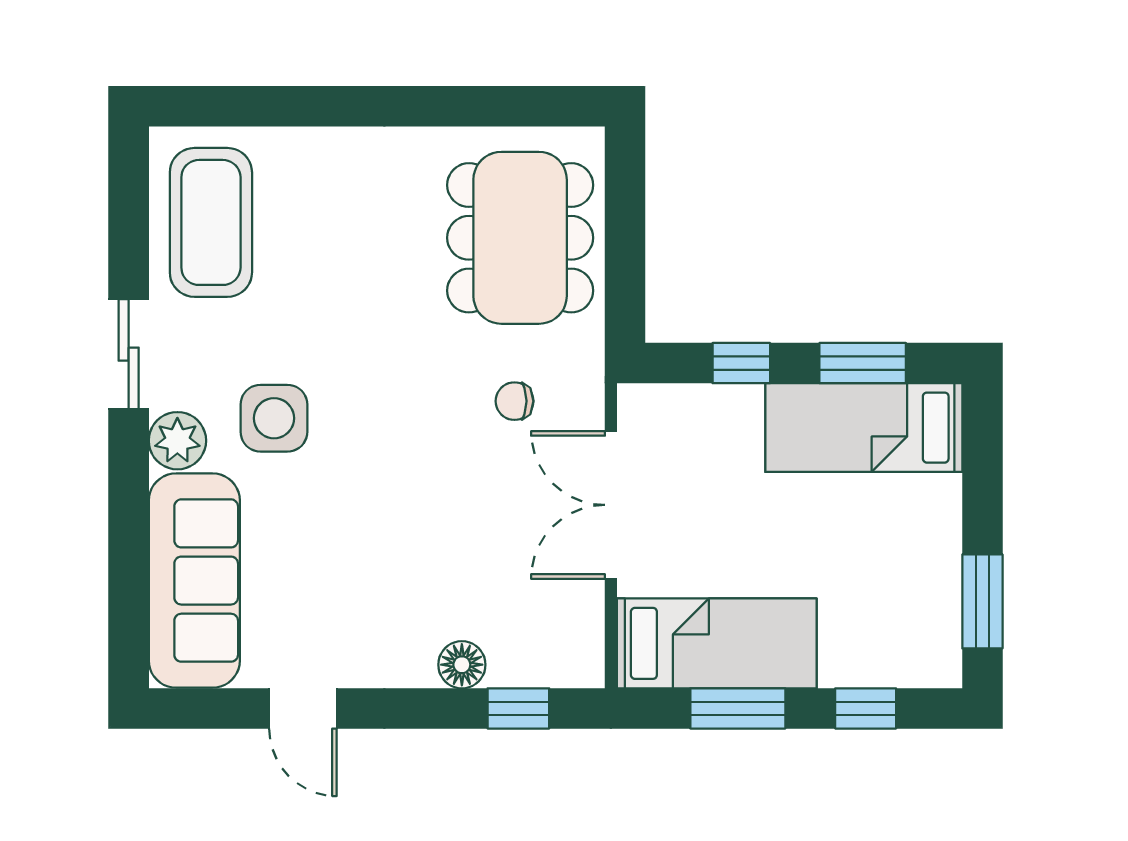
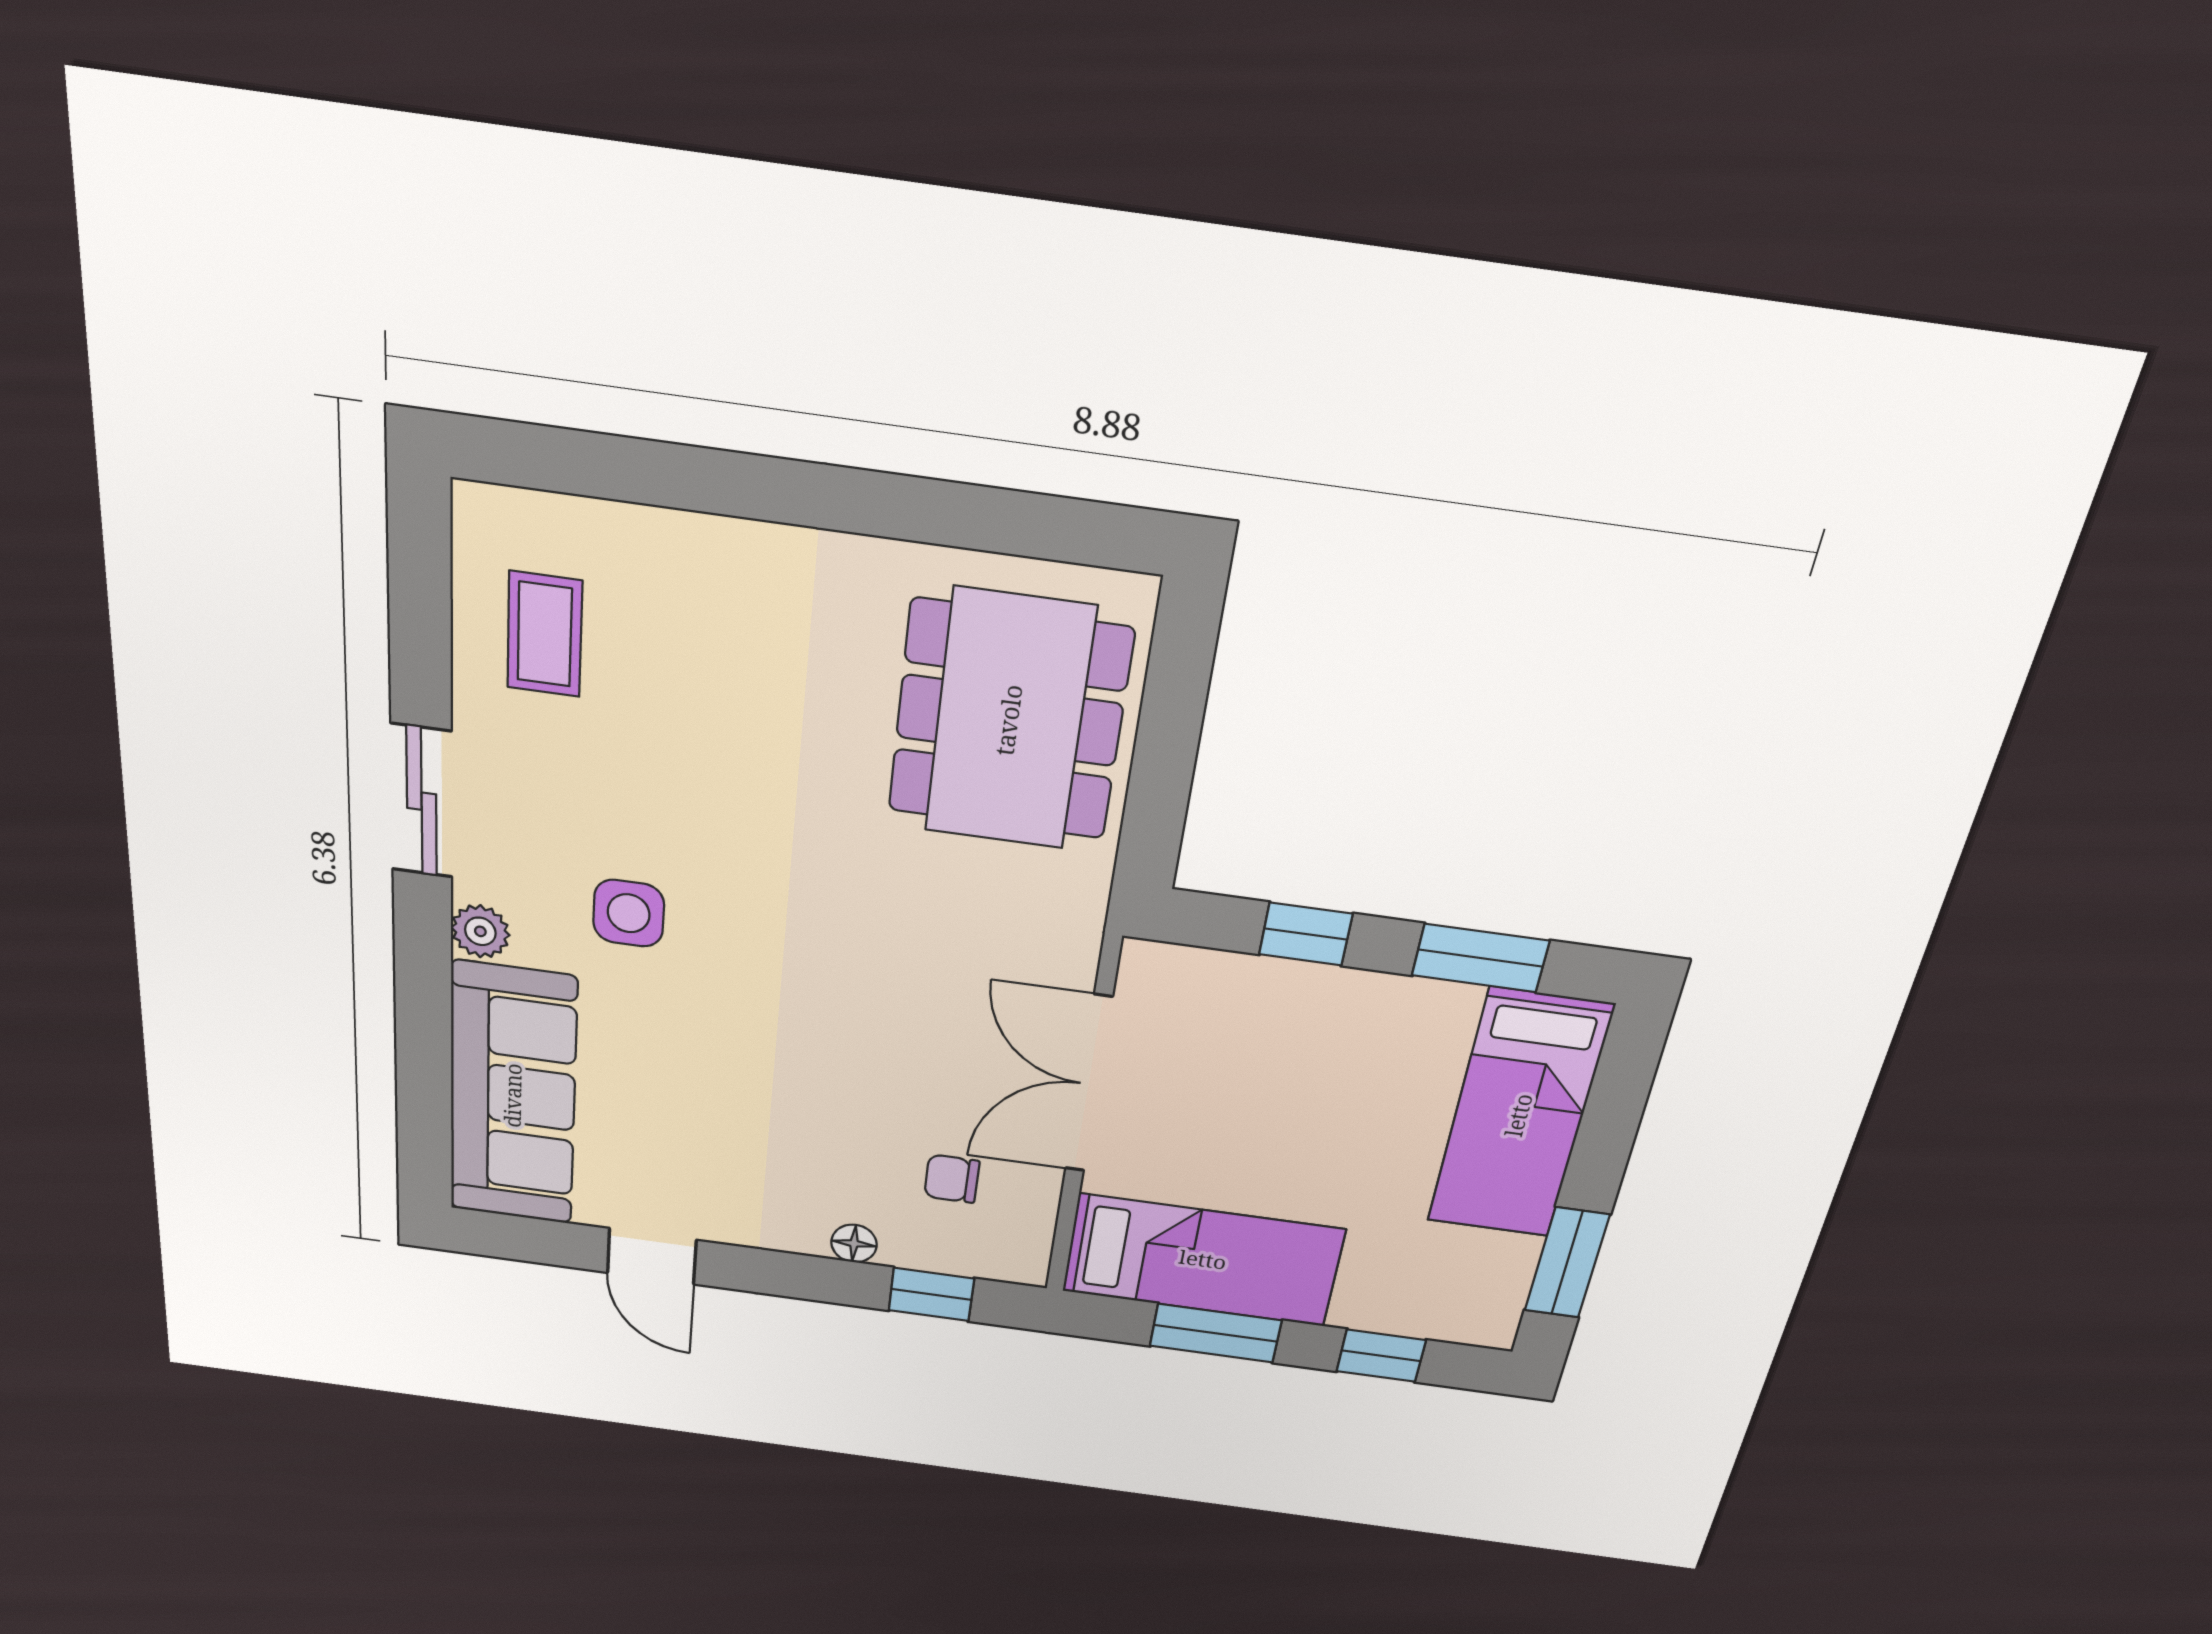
coffee table: (211, 222) -> (545, 634), width x0.54, depth x0.58
chair: (515, 401) -> (952, 1179), moved
side table: (274, 418) -> (629, 913), width x0.73, depth x0.73
bed: (864, 428) -> (1519, 1115), moved, turned -90
plant: (177, 441) -> (480, 931), width x0.73, depth x0.73
floor lamp: (462, 665) -> (854, 1243), width x0.73, depth x0.73

